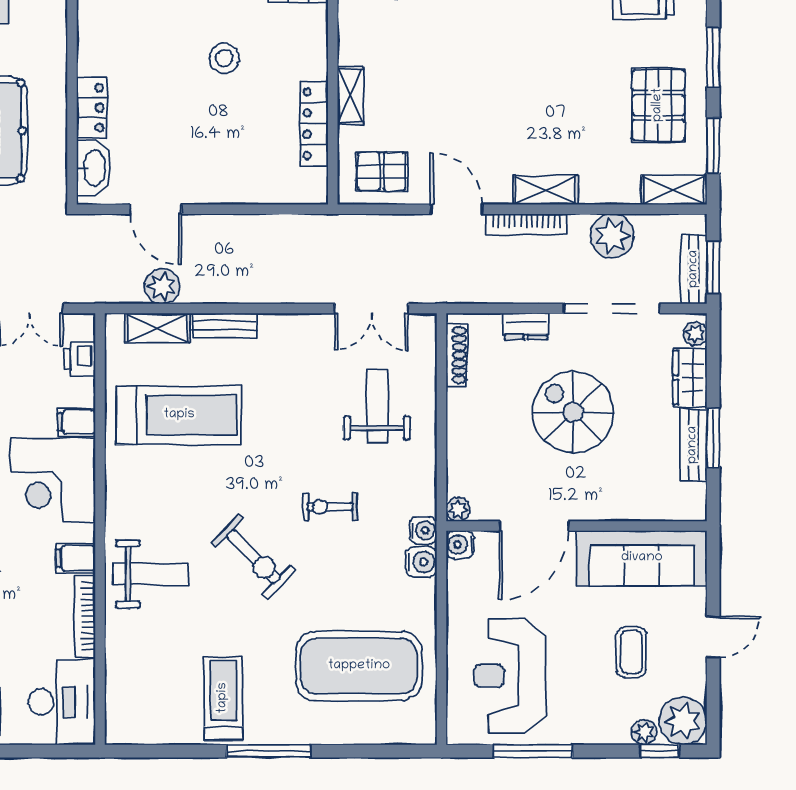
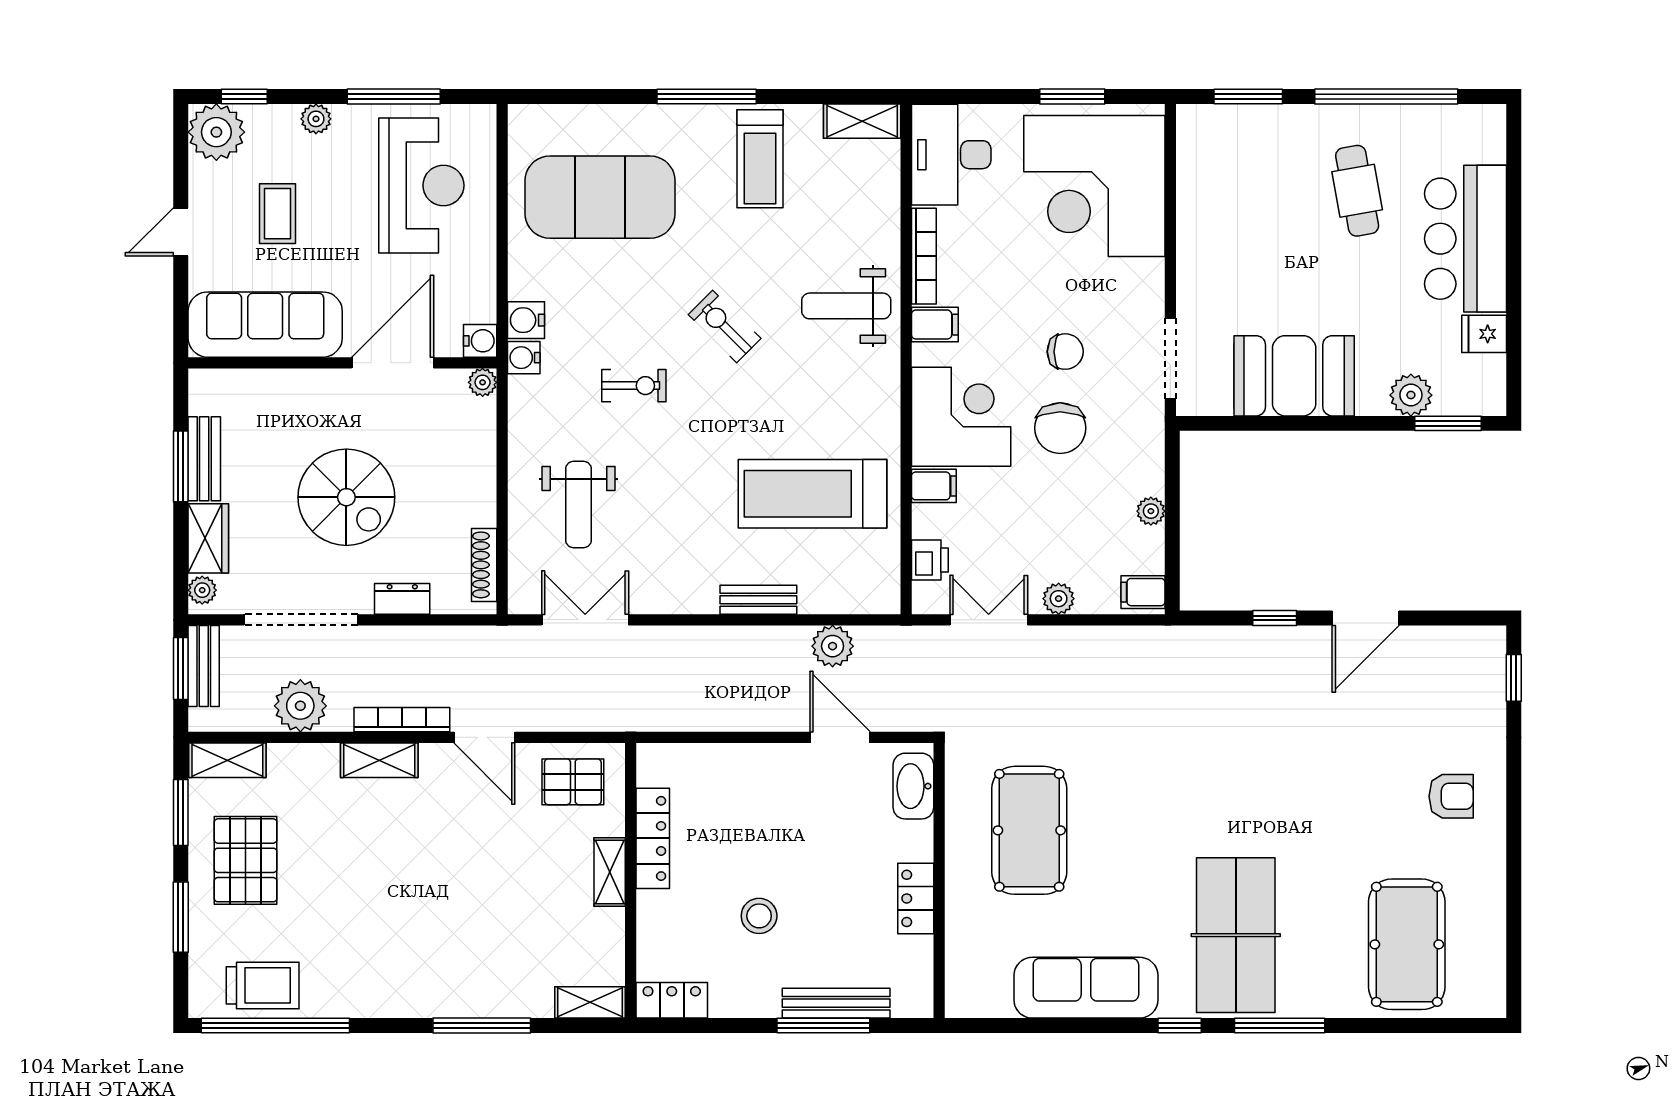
locker: (92, 108) -> (916, 898), moved
shelving: (157, 328) -> (862, 121), moved
exercise bike: (253, 557) -> (725, 327), width x0.73, depth x0.72
plant: (644, 732) -> (316, 119), moved

